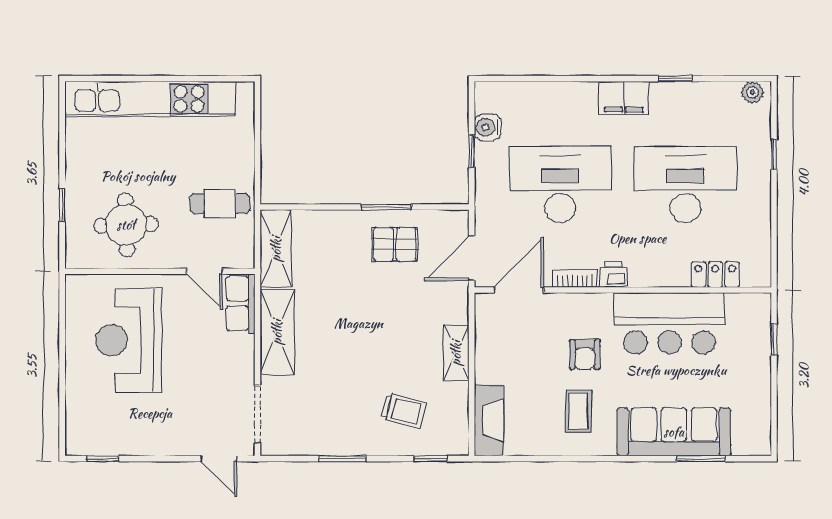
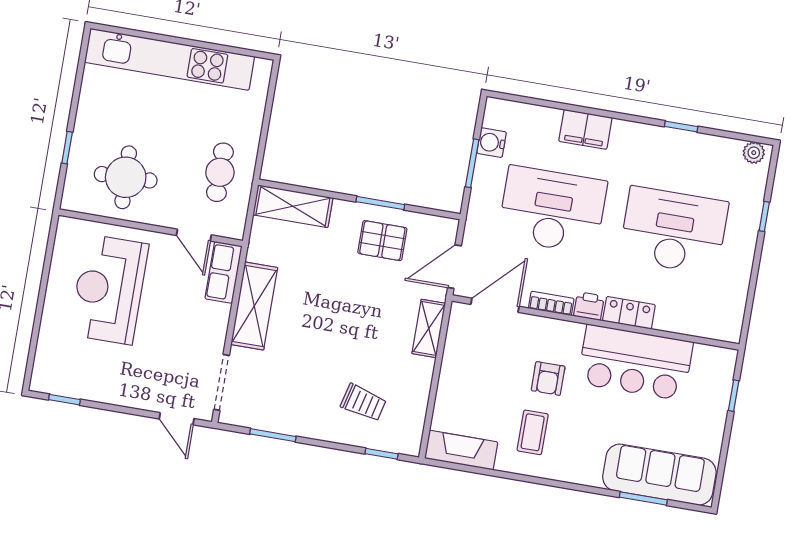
filing cabinet: (624, 98) -> (585, 129), moved
window: (472, 151) -> (472, 163), width x1.50
cafe table: (220, 204) -> (220, 172), turned 90
shelving: (276, 249) -> (293, 206), moved, turned 90
locker: (715, 275) -> (629, 313), moved
shelving: (456, 353) -> (429, 328), moved
fireplace: (489, 420) -> (461, 450), moved, turned -90
sofa: (674, 432) -> (659, 475), moved
window: (343, 459) -> (273, 435), moved

